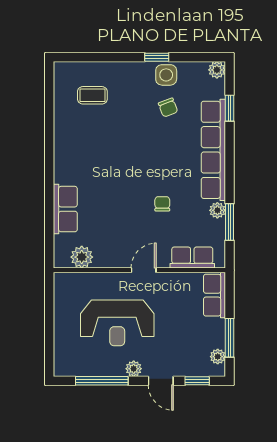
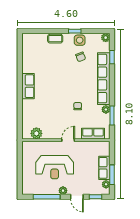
coffee table: (92, 95) -> (55, 39), moved
row of seats: (65, 209) -> (28, 86), moved
row of seats: (214, 295) -> (104, 168), moved

